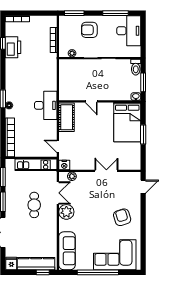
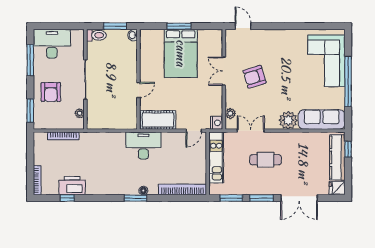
bed: (127, 122) -> (181, 53), moved, turned 90
plant: (66, 212) -> (288, 120), moved
armchair: (122, 217) -> (255, 77), moved

